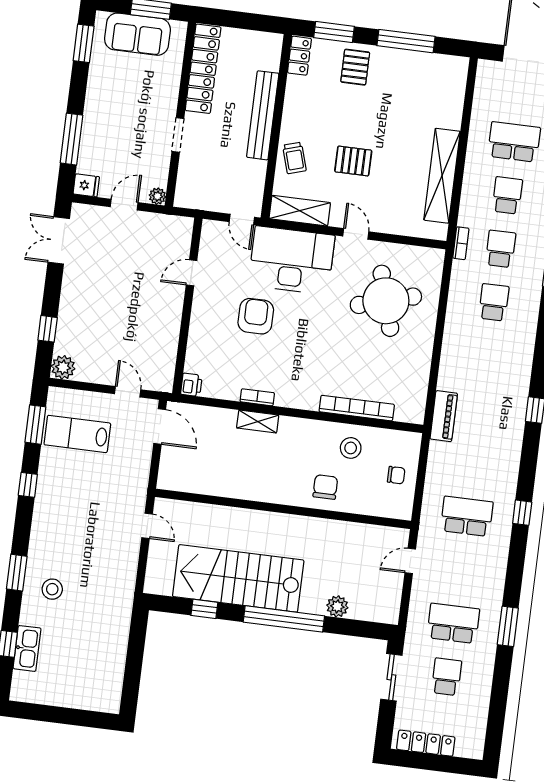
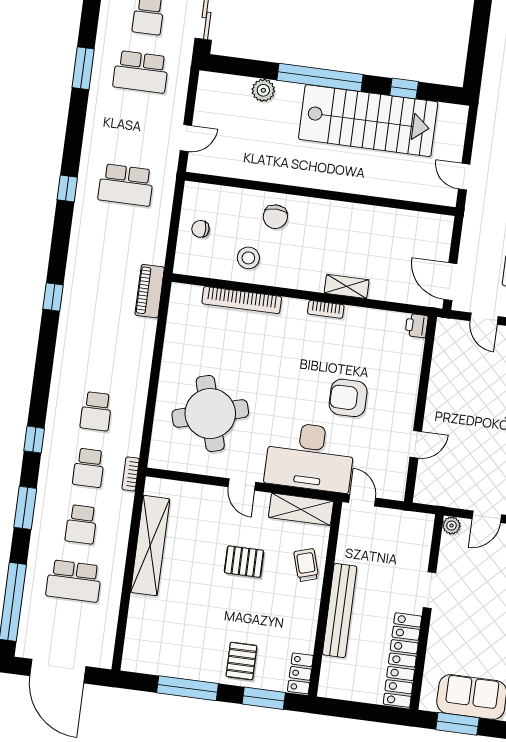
armchair: (256, 316) -> (348, 398), turned 90
bookcase: (257, 397) -> (326, 309), moved

